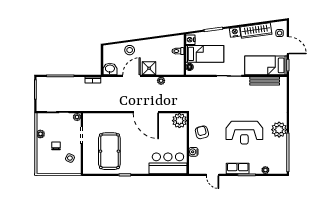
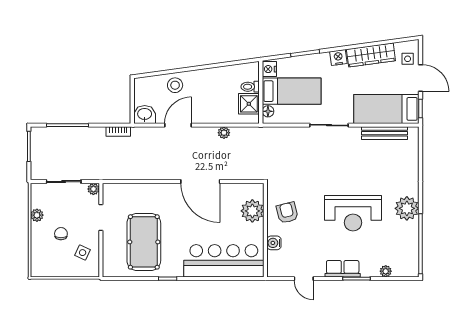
shower: (149, 68) -> (249, 104), moved
plant: (179, 121) -> (252, 211), moved
bar counter: (168, 163) -> (224, 261), width x1.36

